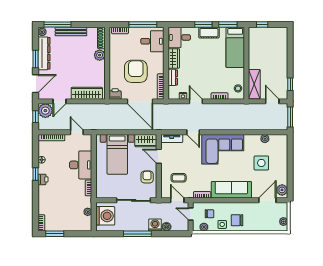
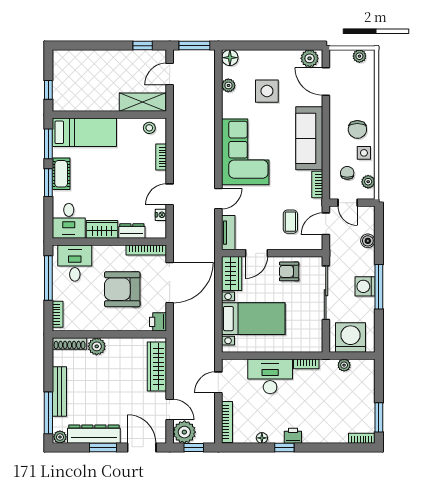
floor lamp: (282, 139) -> (230, 58), added
door: (191, 214) -> (348, 203), hinge flipped
washing machine: (155, 225) -> (365, 286), moved

